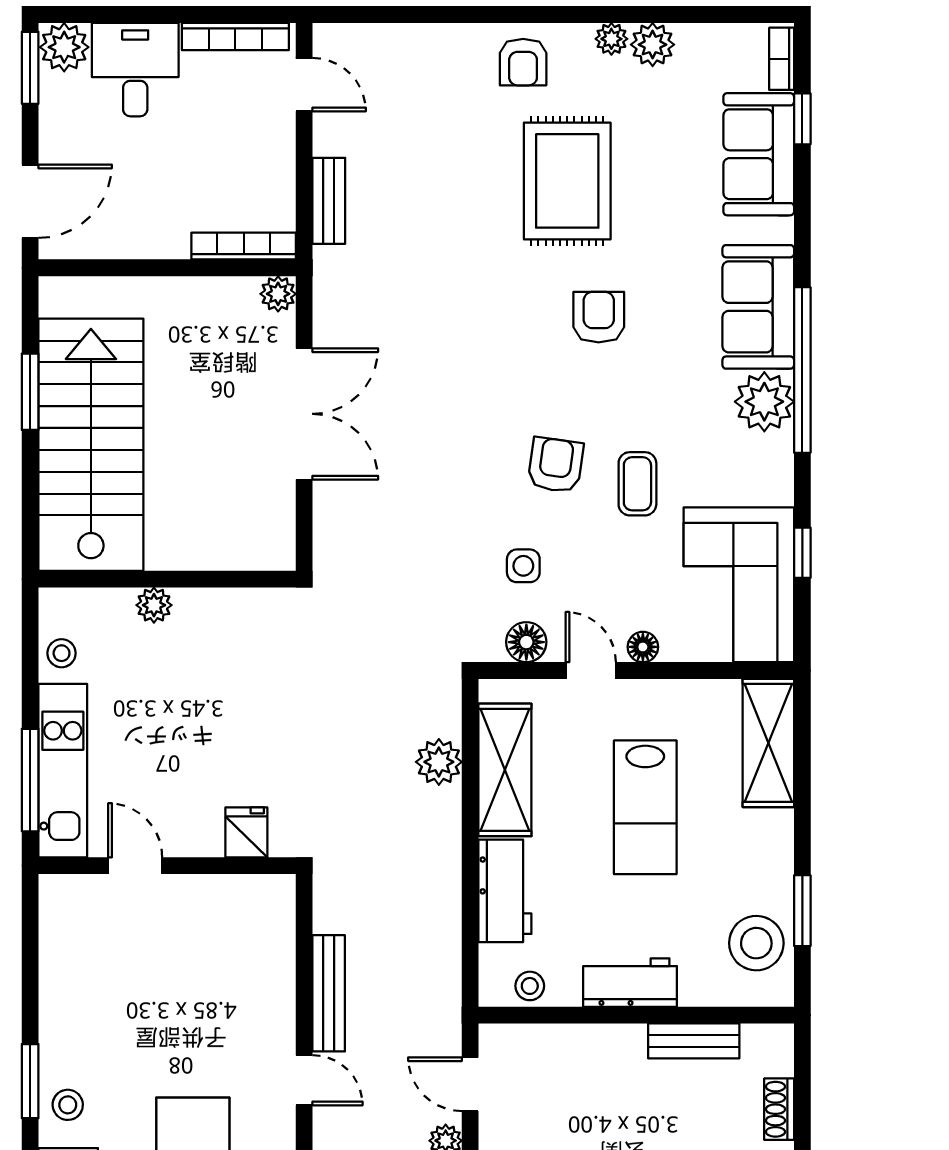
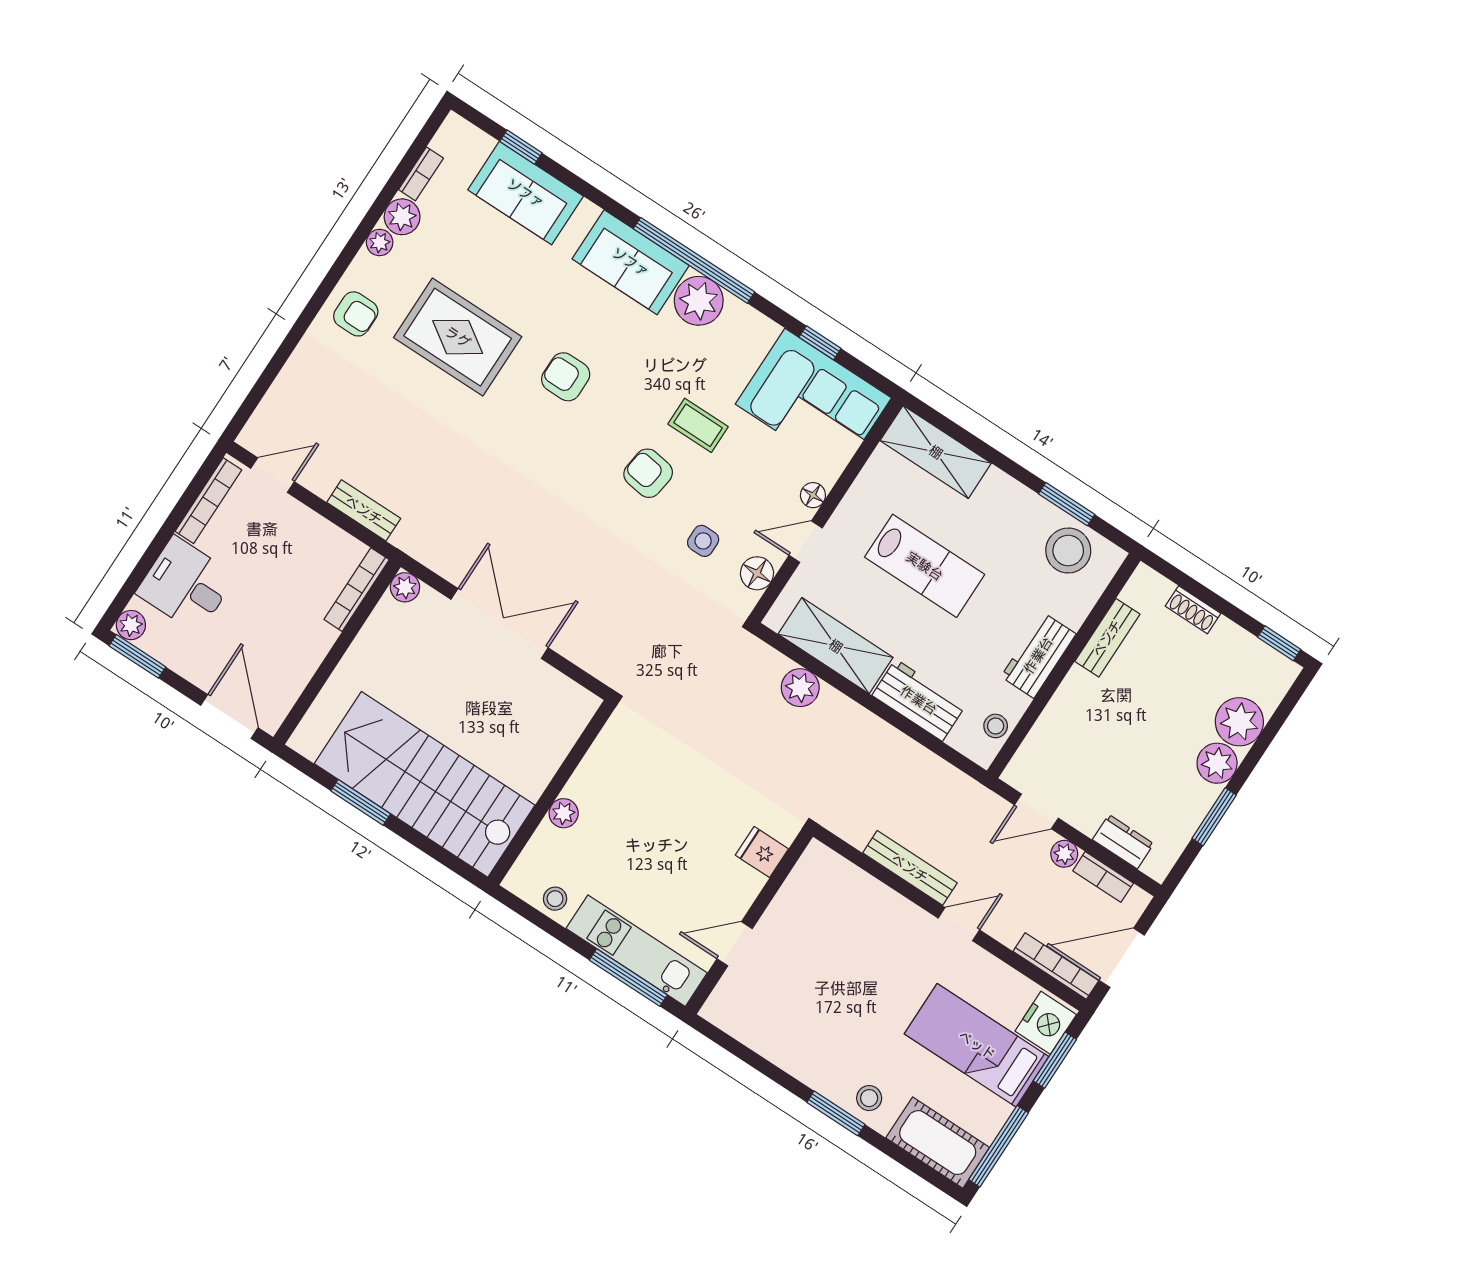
plant: (64, 47) -> (131, 625), width x0.73, depth x0.73
bookcase: (782, 59) -> (421, 174), moved, turned -90

